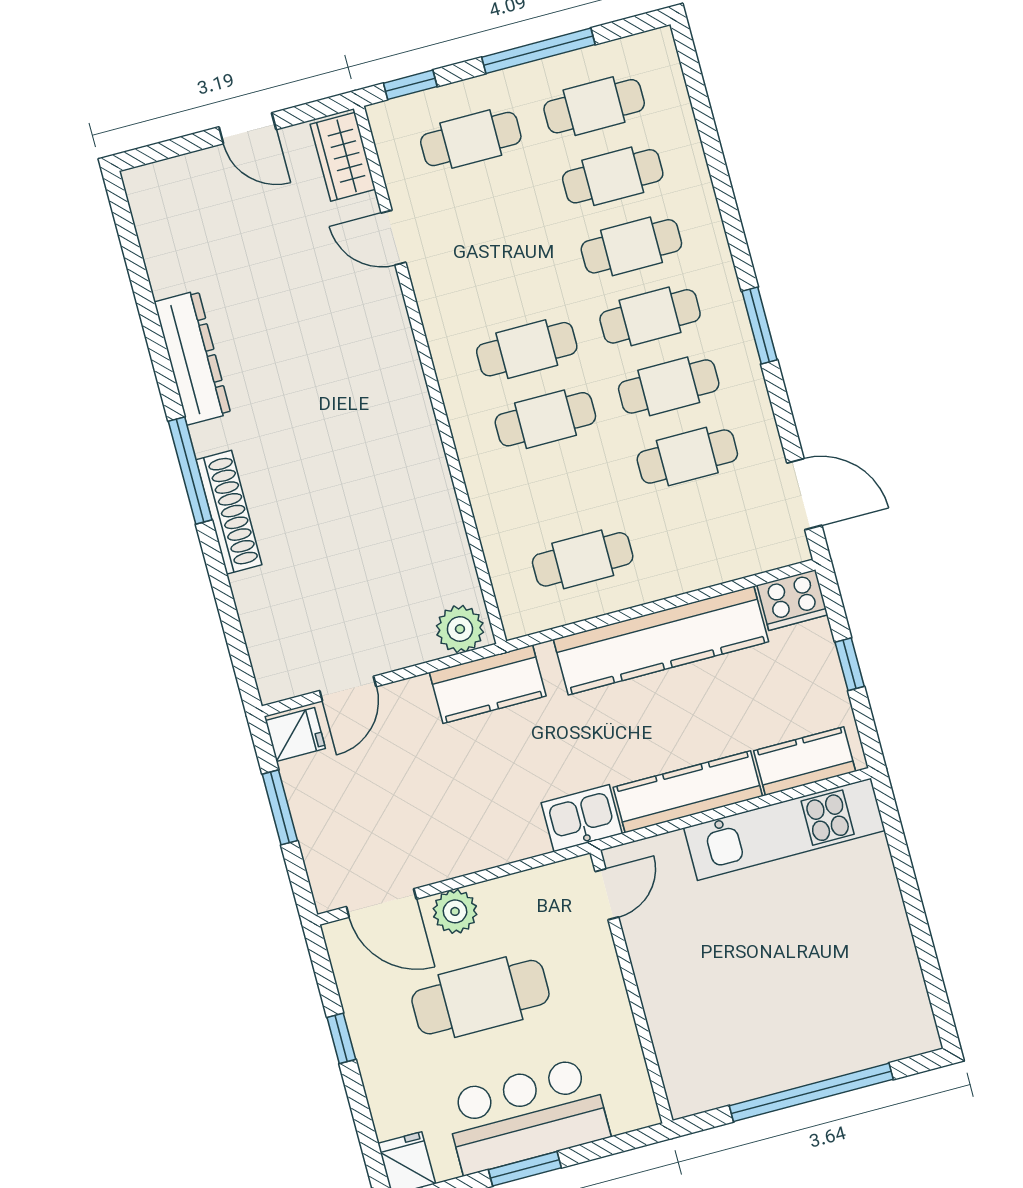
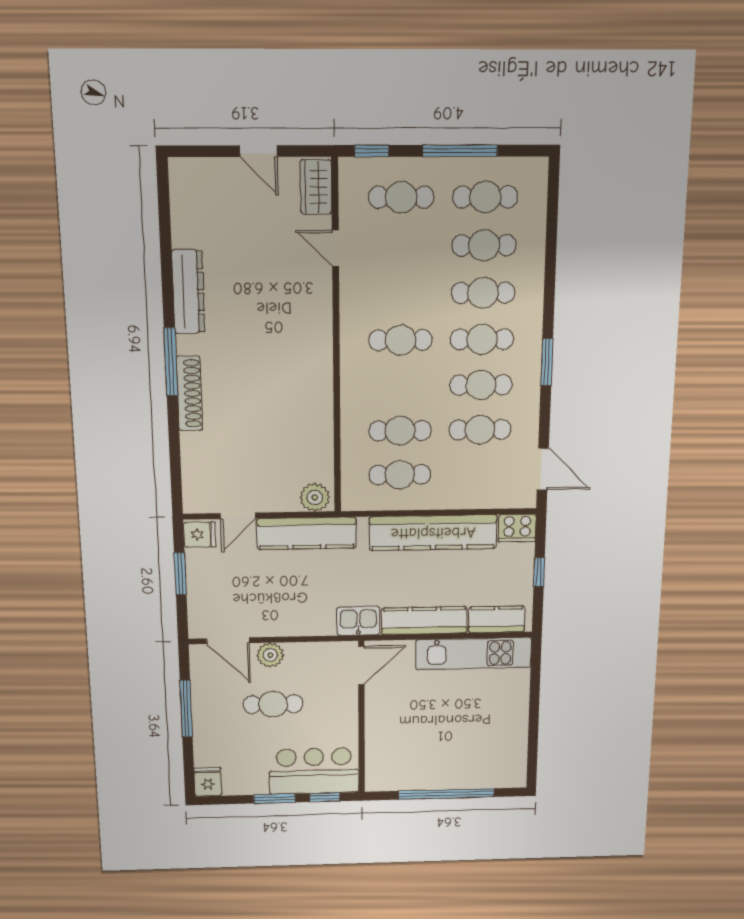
cafe table: (545, 419) -> (400, 431), moved
kitchen counter: (488, 684) -> (307, 533), width x1.50
door: (607, 894) -> (361, 665), width x1.38
cafe table: (480, 997) -> (273, 704), width x0.73, depth x0.74
window: (341, 1038) -> (186, 709), width x2.17
bar counter: (527, 1116) -> (314, 771), moved
window: (608, 1147) -> (325, 797), added

